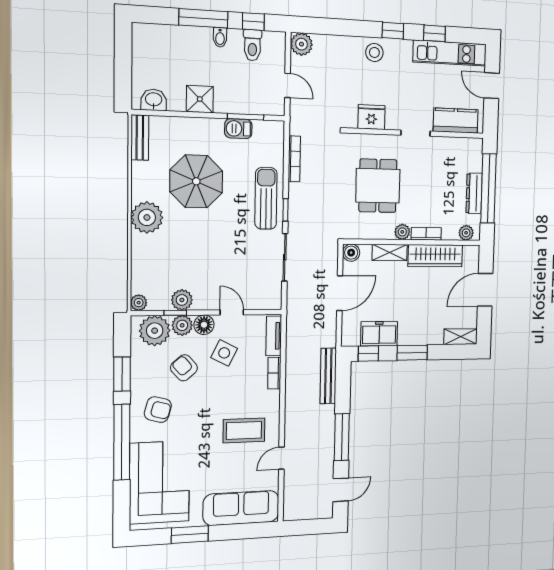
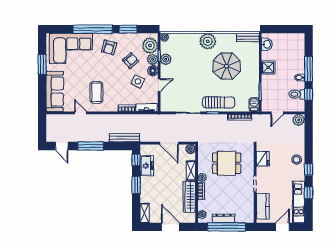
barbecue: (238, 129) -> (254, 105), moved

